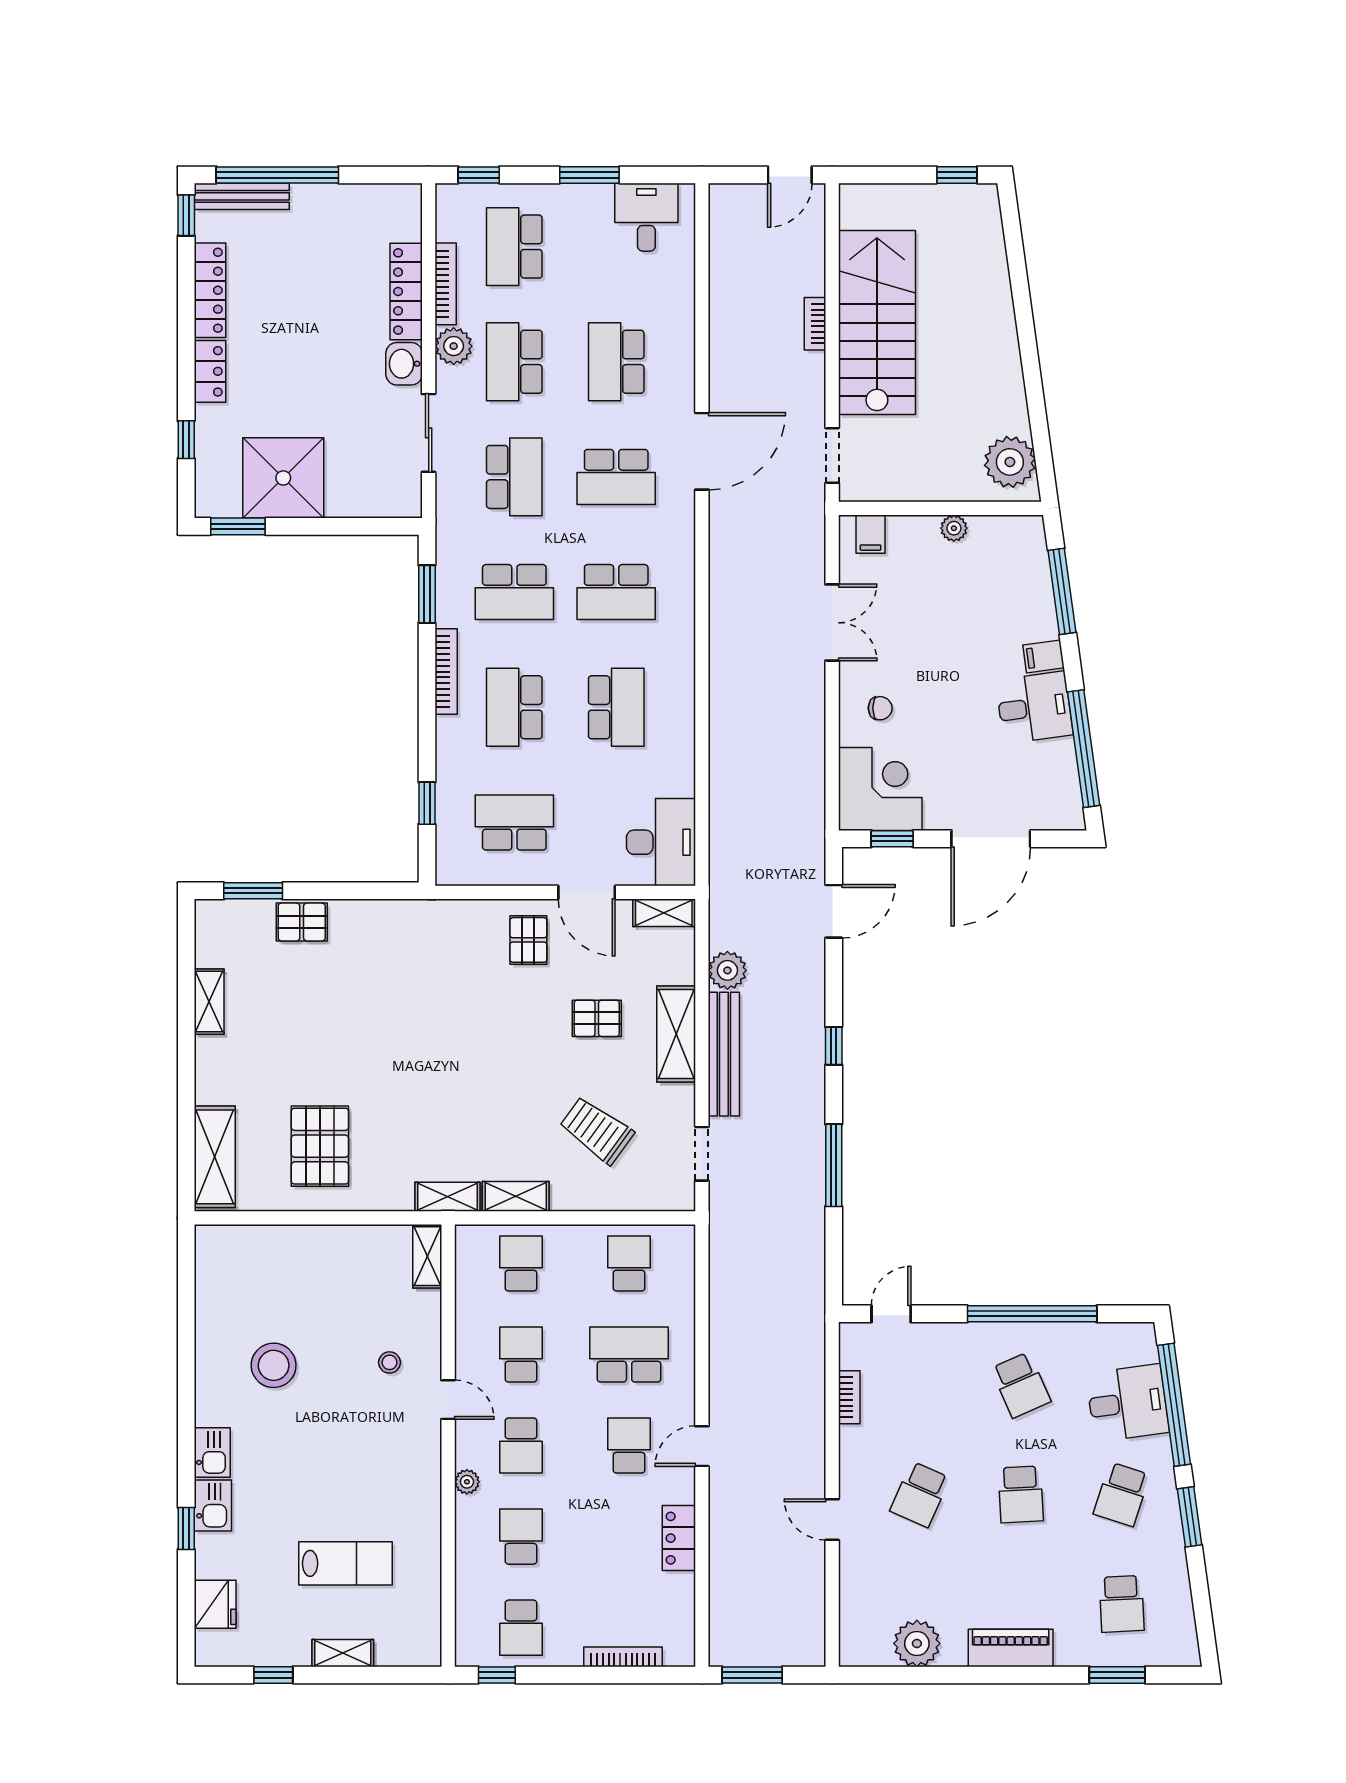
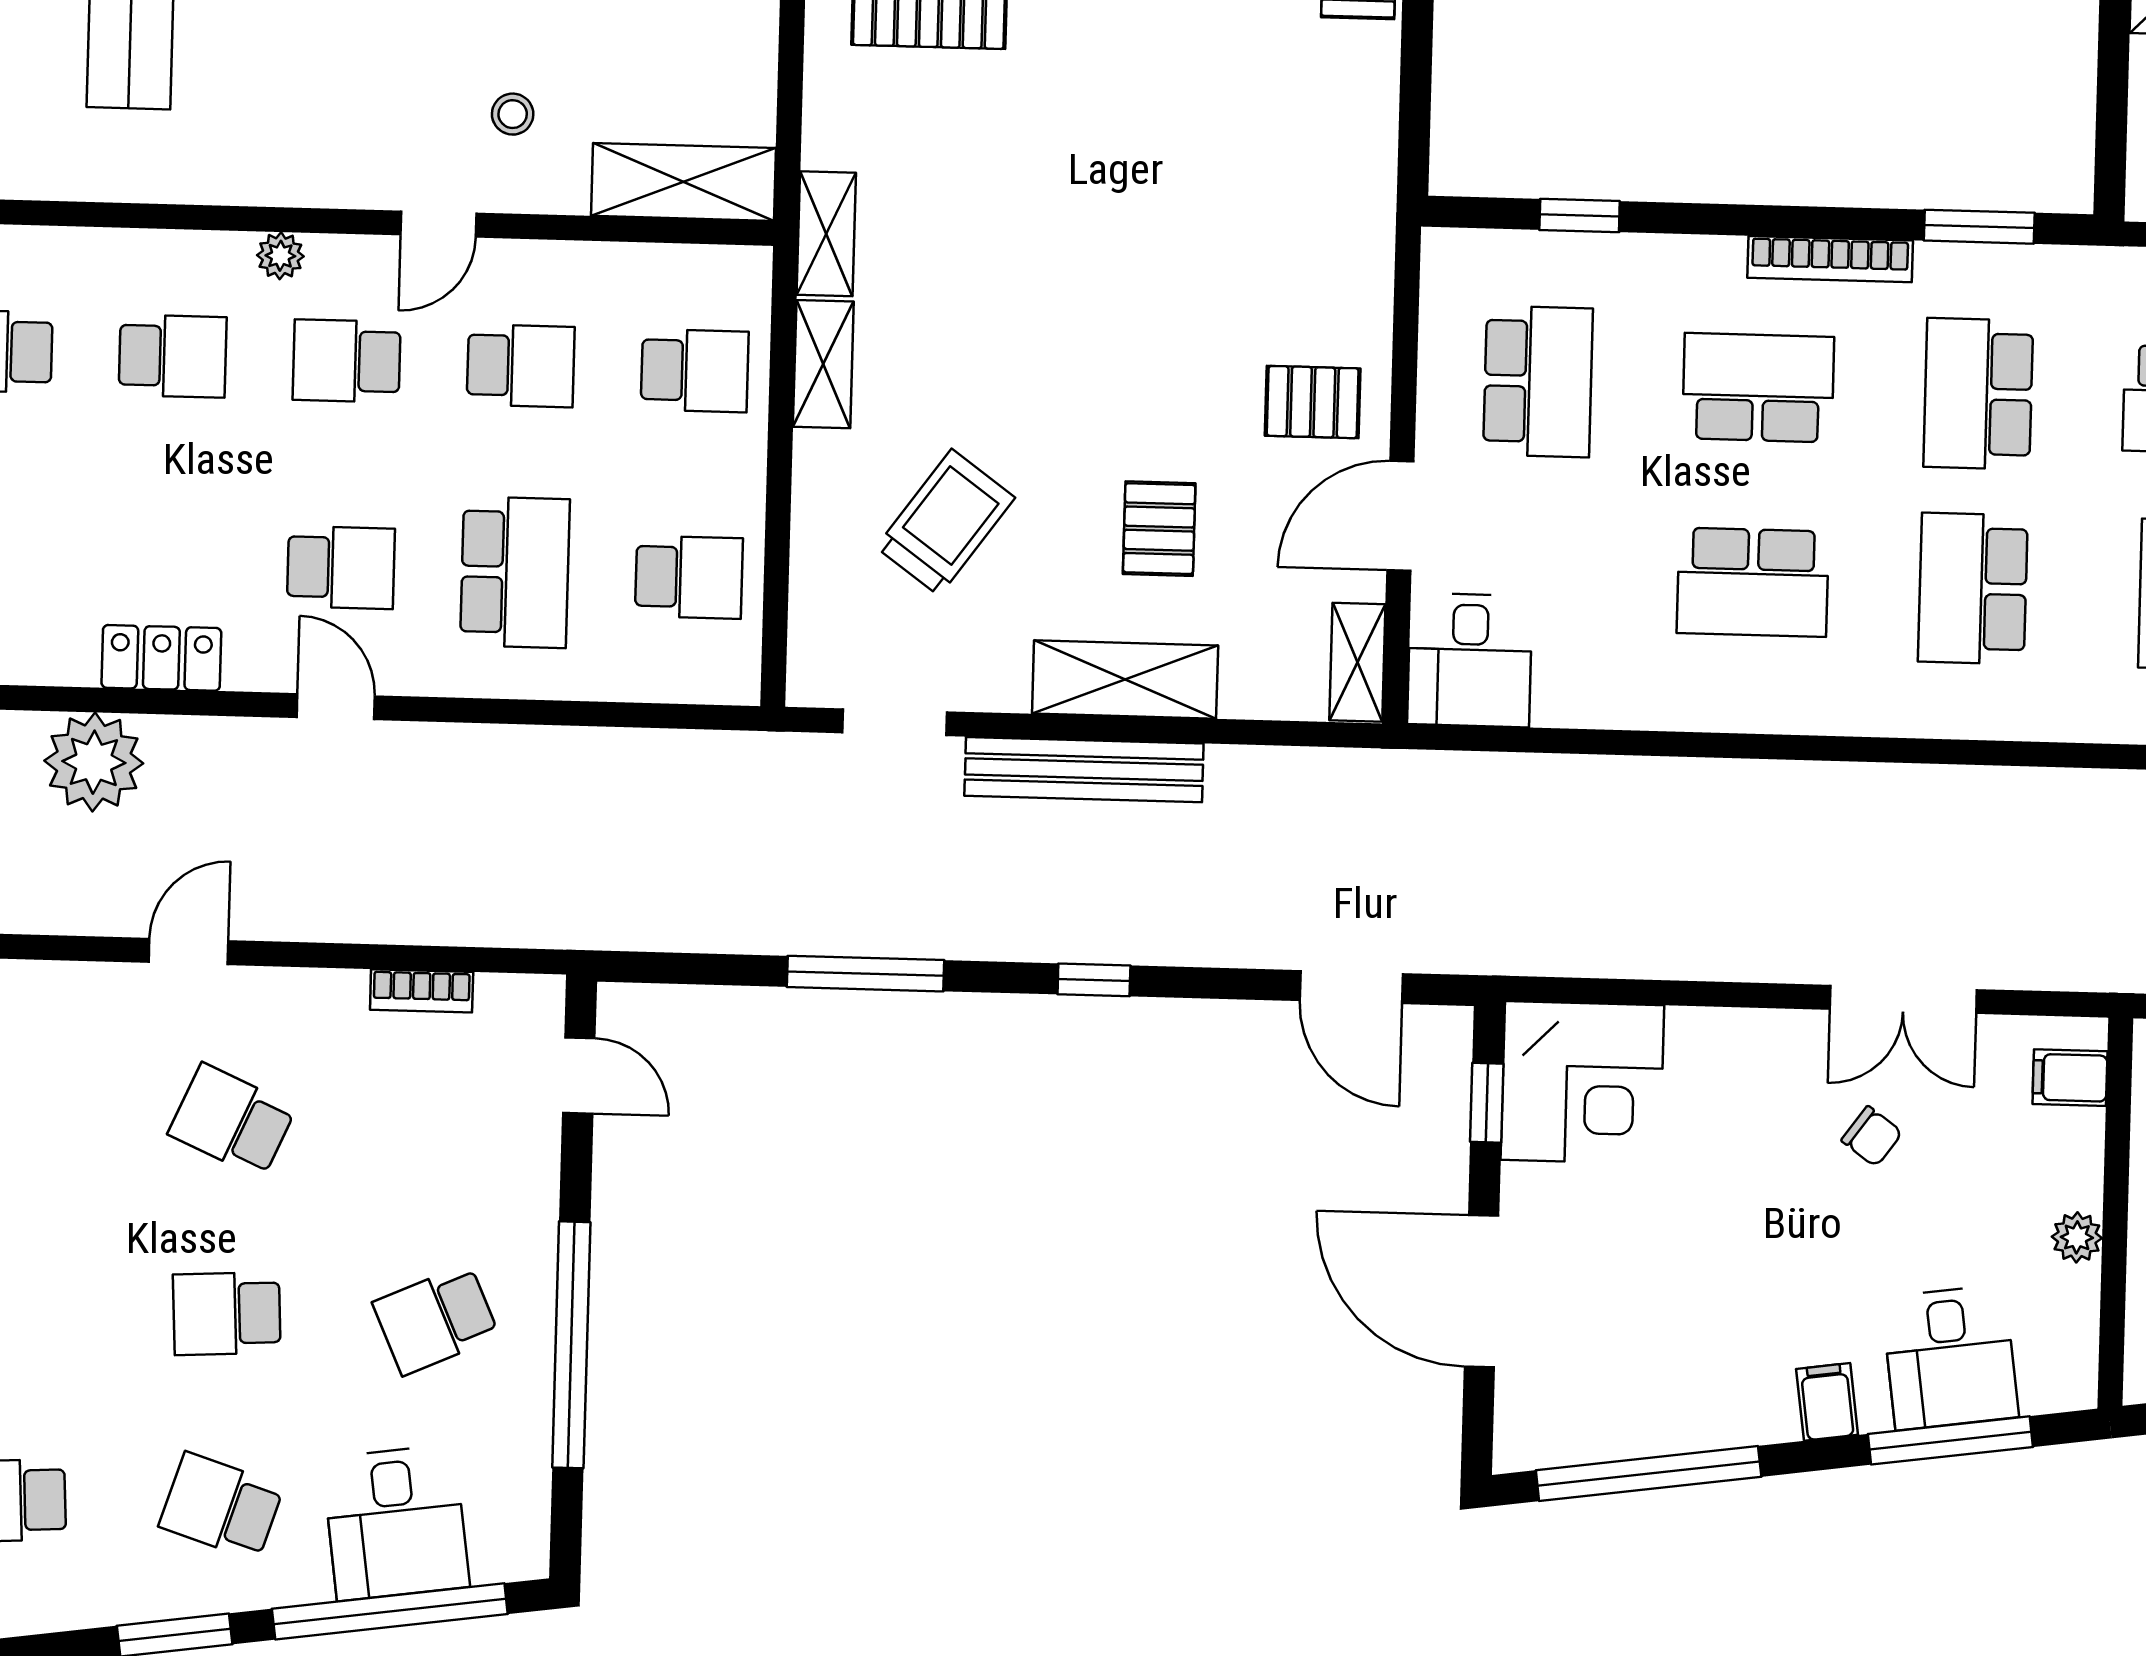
desk: (1034, 707) -> (1950, 1357), moved
chair: (880, 708) -> (1872, 1136), moved, turned -54
desk: (661, 842) -> (1470, 660), width x0.73
plant: (727, 970) -> (94, 762), moved, width x1.36, depth x1.36
shelving: (427, 1256) -> (684, 182), width x1.50, depth x1.33

